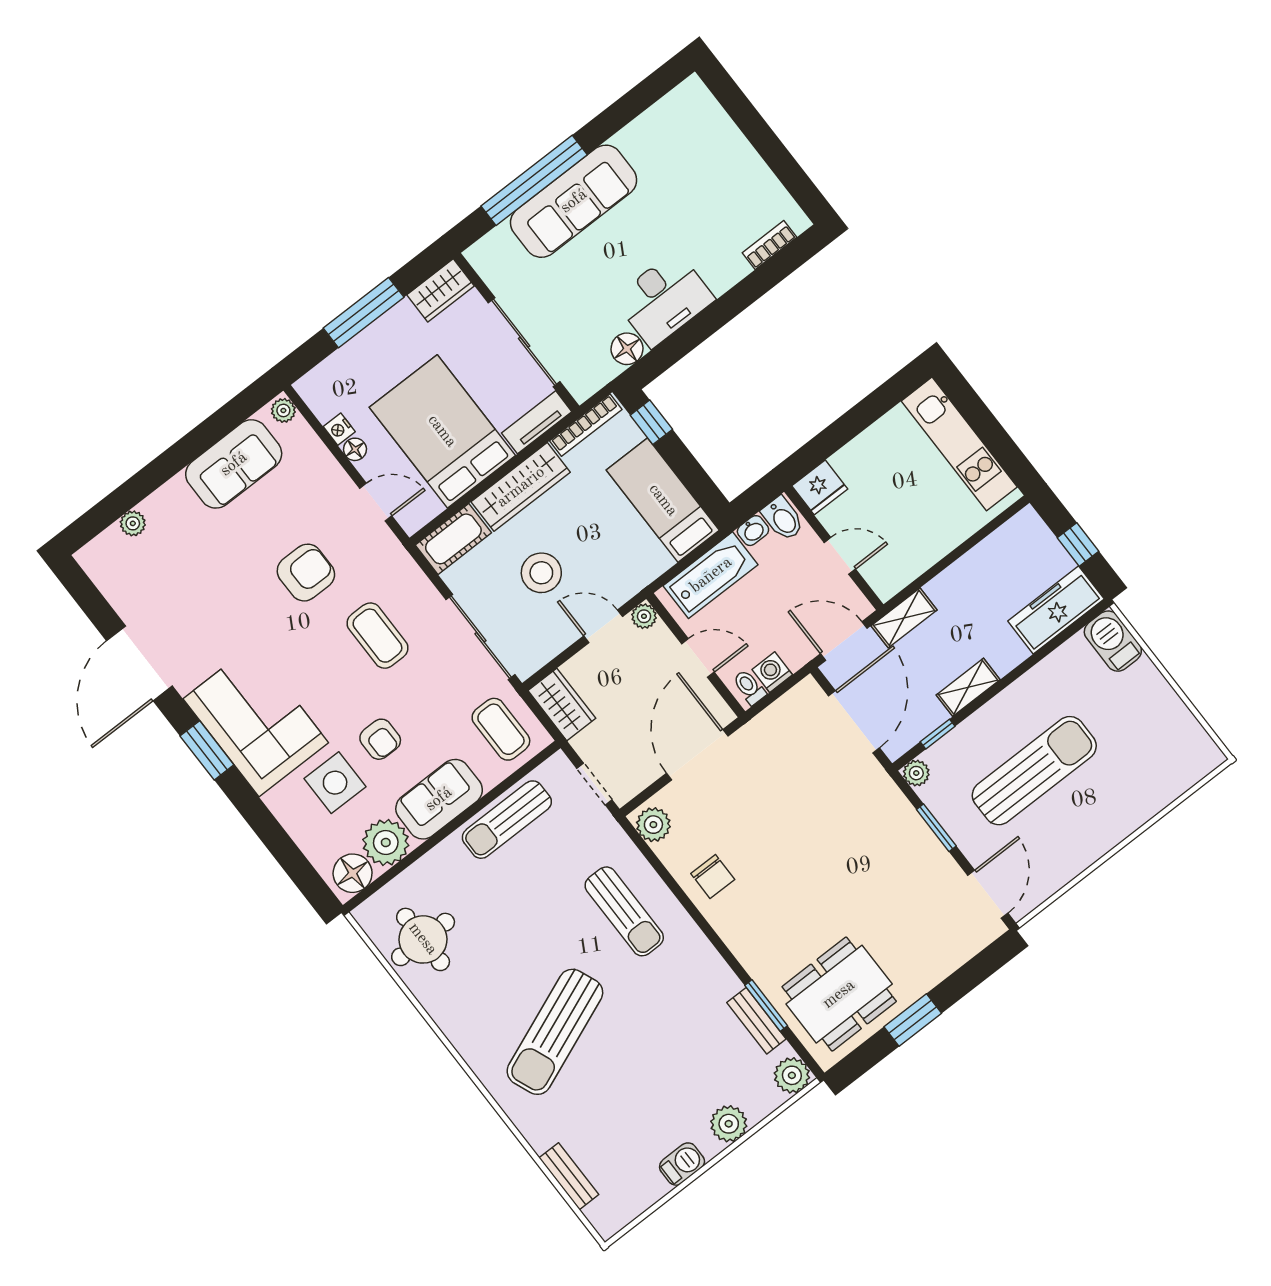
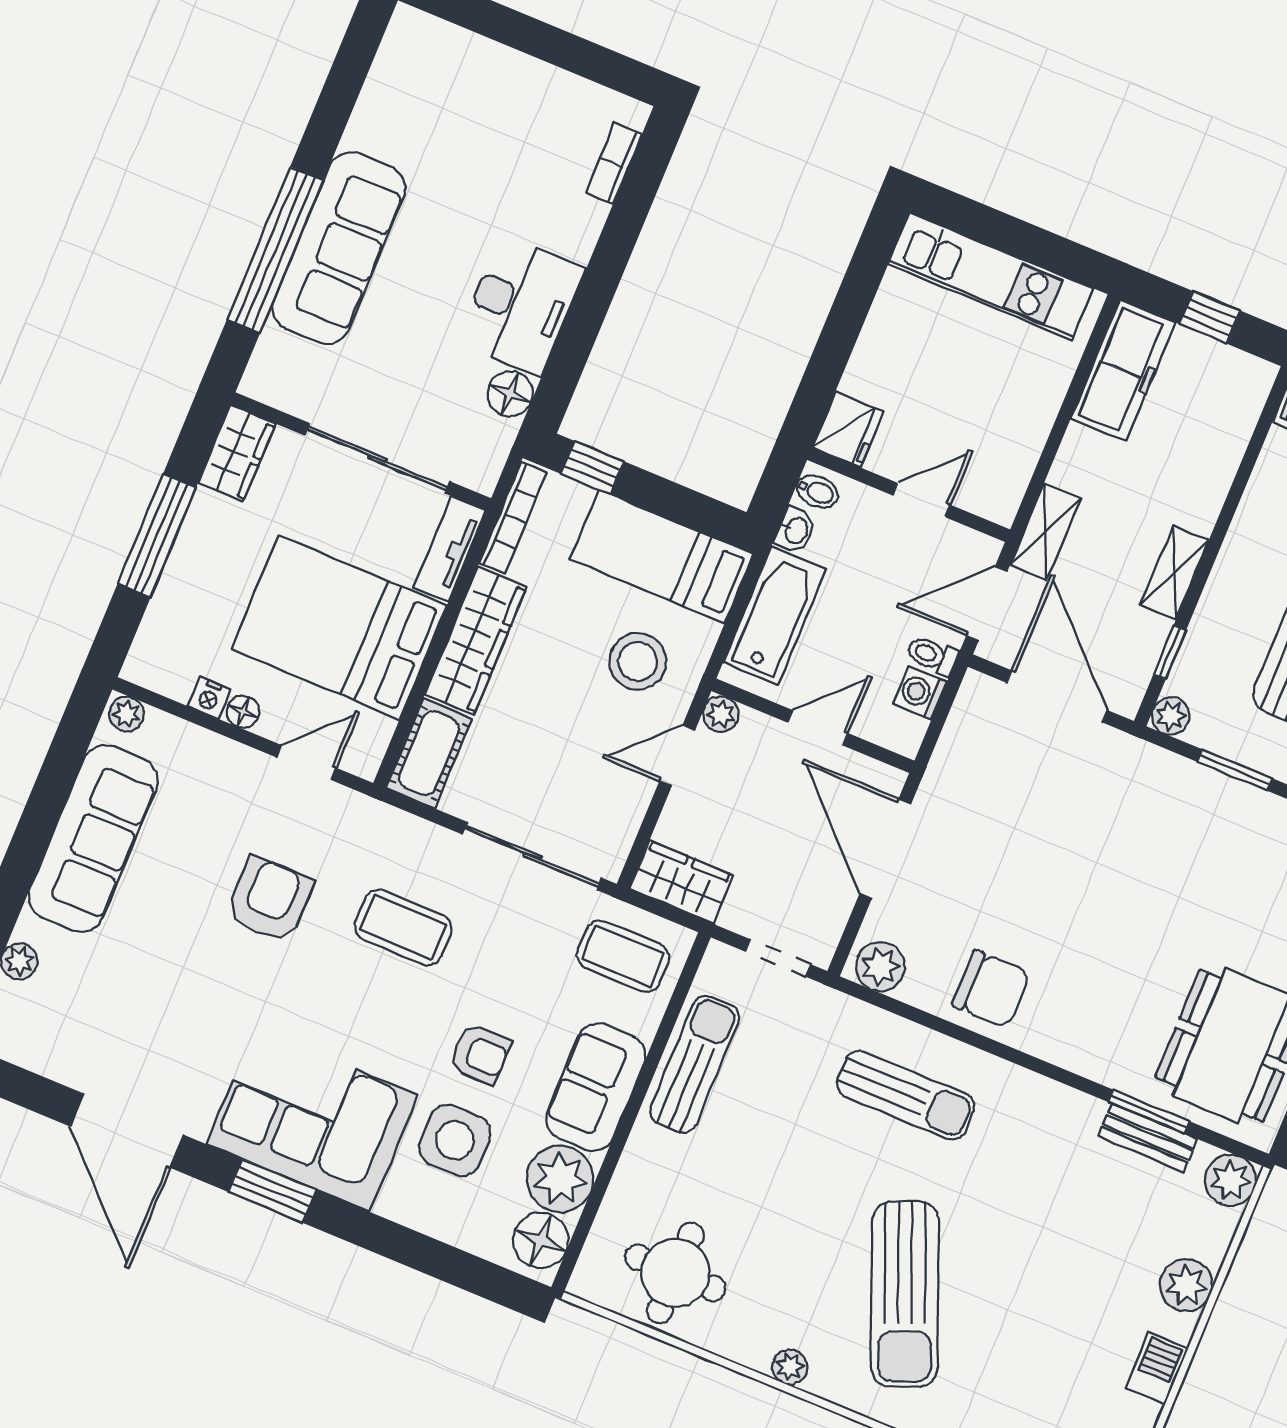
sofa: (234, 464) -> (93, 839), width x1.36
bidet: (783, 519) -> (817, 491), width x0.72, depth x0.74
stool: (541, 573) -> (638, 661), moved
freezer: (1056, 610) -> (1123, 370), moved, turned 180
toilet: (749, 687) -> (932, 655), moved
sun lounger: (507, 820) -> (695, 1064), turned 180
chair: (713, 876) -> (991, 989), width x1.37, depth x1.37
plant: (460, 1036) -> (790, 1367), added

